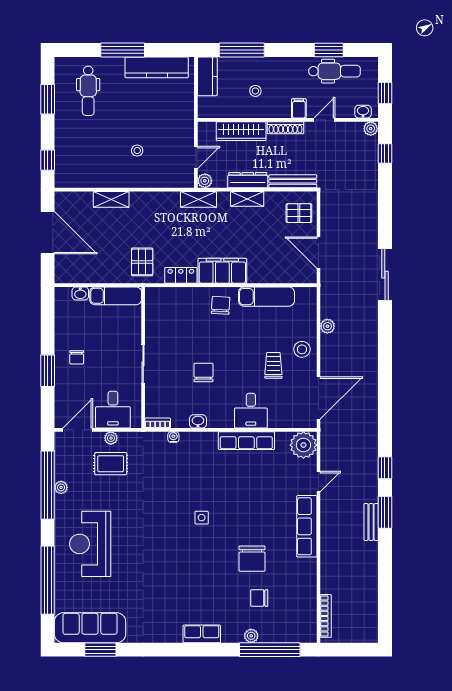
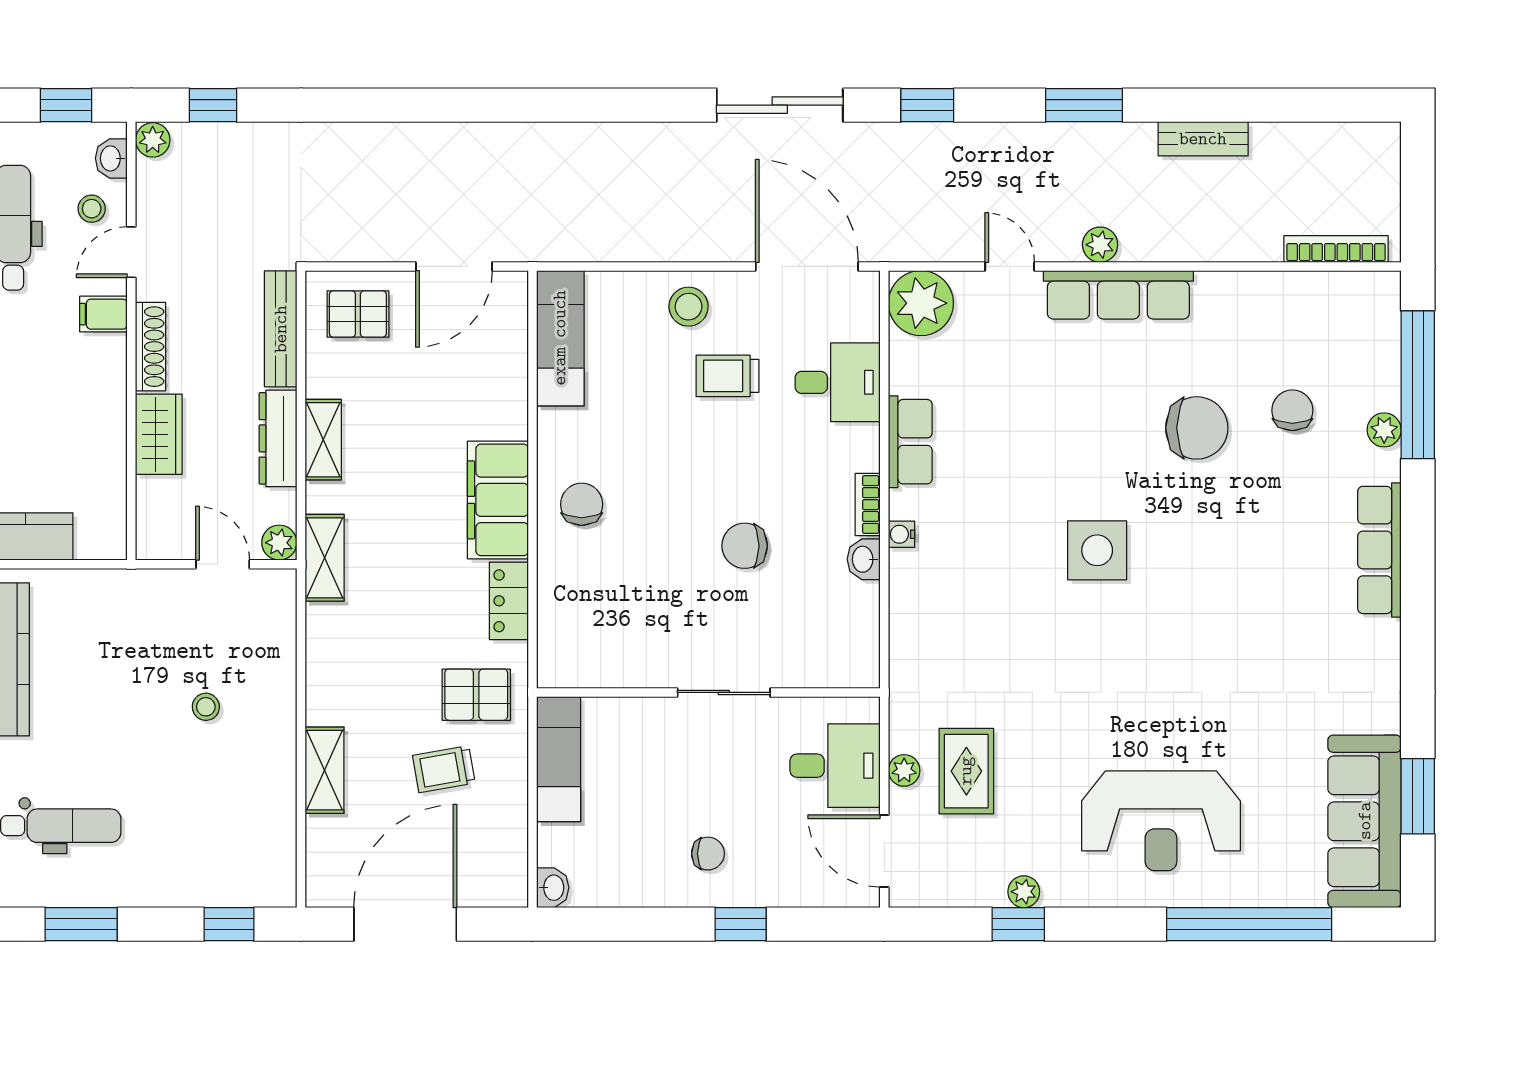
stool: (255, 91) -> (92, 209), moved
door: (324, 120) -> (131, 252), hinge flipped
wardrobe: (241, 131) -> (159, 434), width x0.67
pallet: (299, 213) -> (358, 314), turned 90
trolley: (111, 249) -> (444, 769), added
sliding door: (385, 275) -> (780, 105), moved
washbasin: (80, 293) -> (553, 888), moved
exam couch: (266, 297) -> (560, 338), moved
chair: (221, 305) -> (582, 504), turned 87
plant: (327, 326) -> (1100, 245), moved
window: (48, 371) -> (741, 924), width x0.67
desk: (251, 411) -> (838, 382), moved
bookcase: (158, 423) -> (868, 505), moved
water cooler: (173, 437) -> (902, 534), moved
row of seats: (246, 441) -> (910, 442), width x0.68
window: (385, 468) -> (927, 105), moved
window: (48, 485) -> (1018, 924), width x0.32
side table: (202, 518) -> (1097, 550), width x1.87, depth x1.87
bench: (371, 522) -> (1203, 139), moved
chair: (259, 598) -> (1292, 410), turned 180
row of seats: (202, 634) -> (1379, 550), width x1.48

